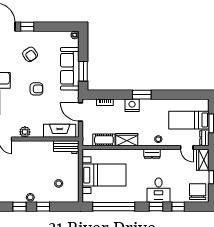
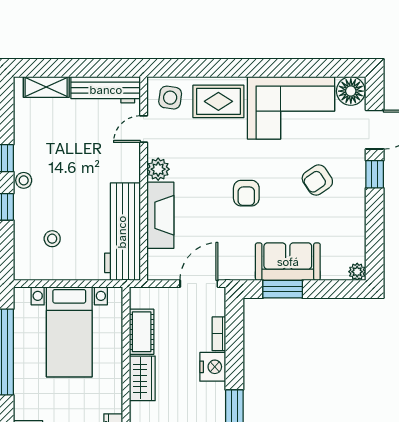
sofa: (70, 69) -> (288, 262), width x0.73
nightstand: (132, 105) -> (213, 367), moved
fireplace: (60, 131) -> (160, 215), moved
workbench: (66, 147) -> (122, 232), width x1.88, depth x1.32

